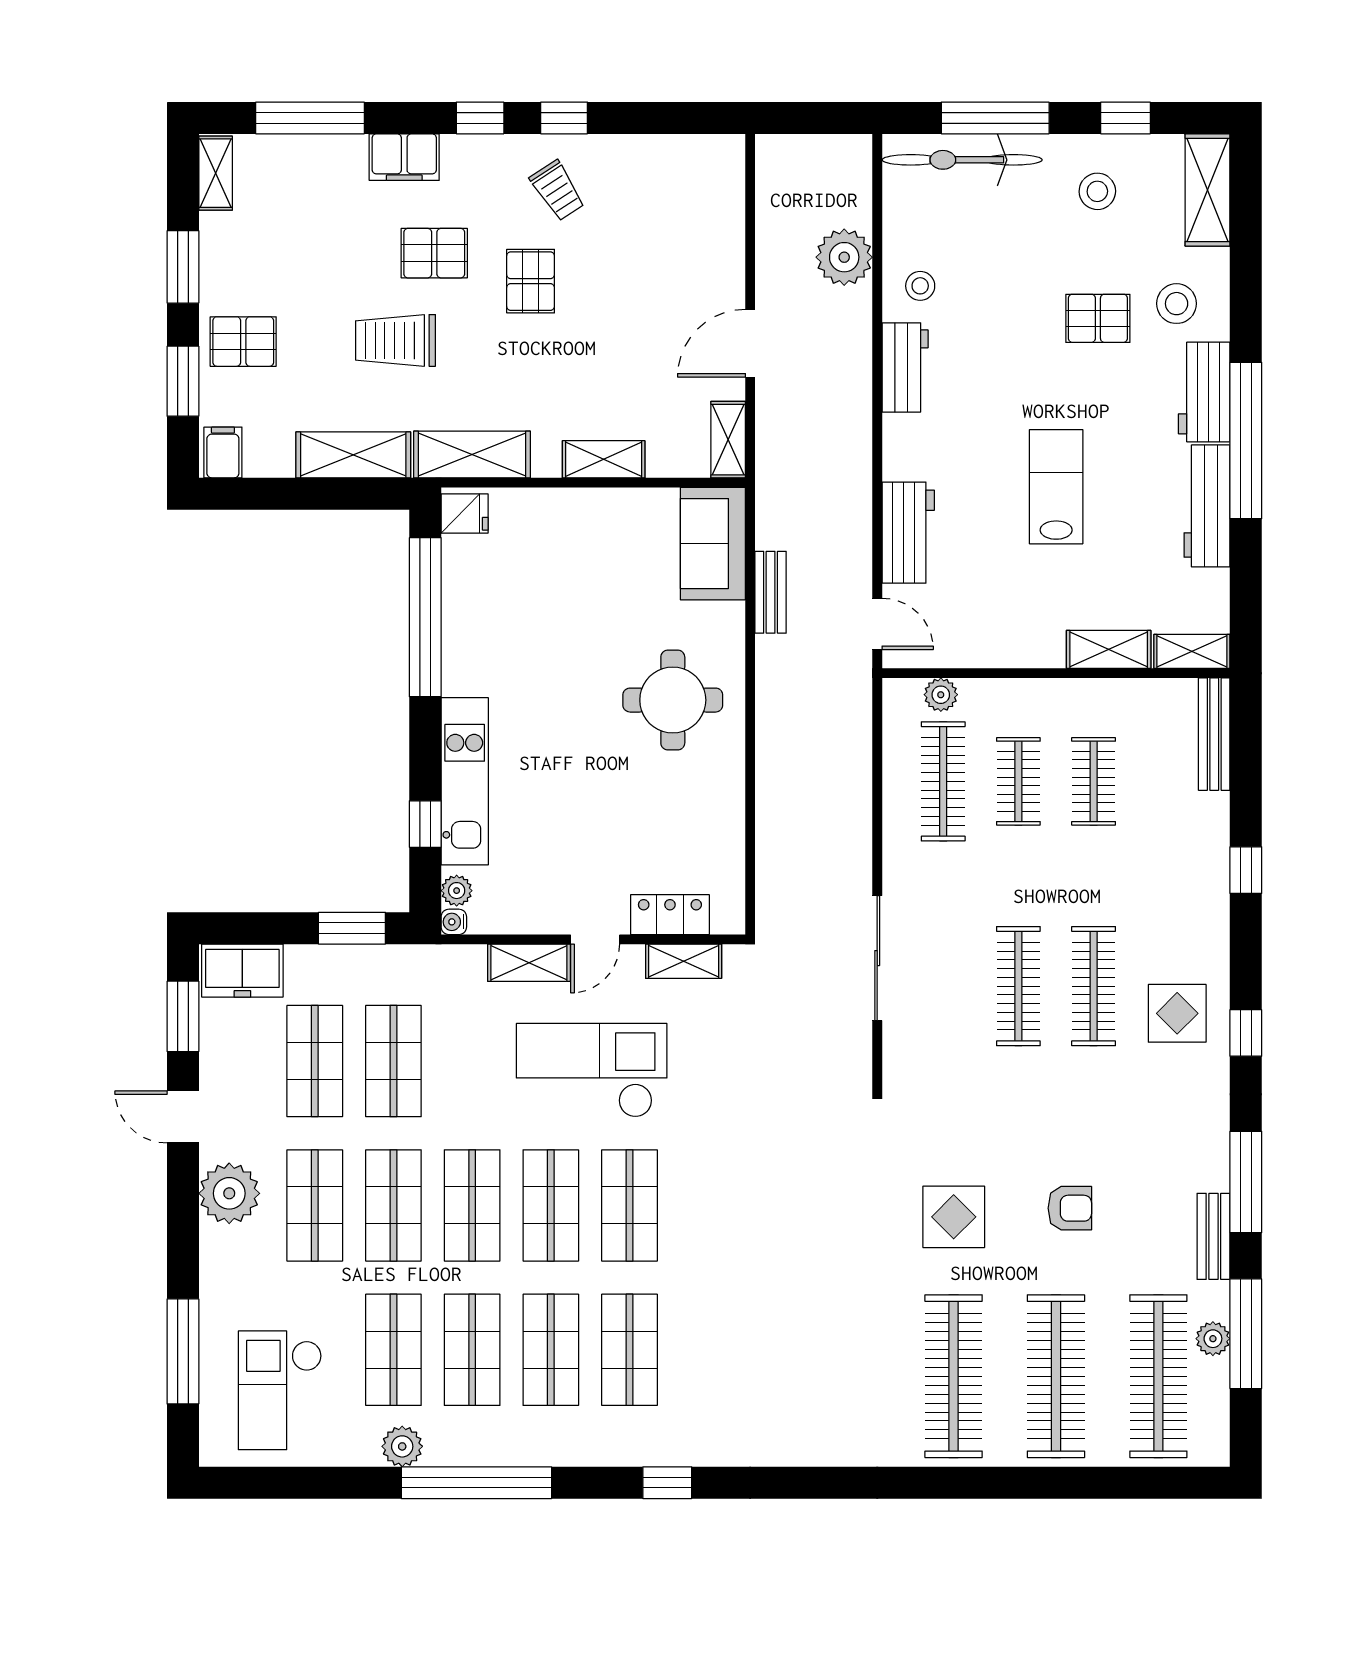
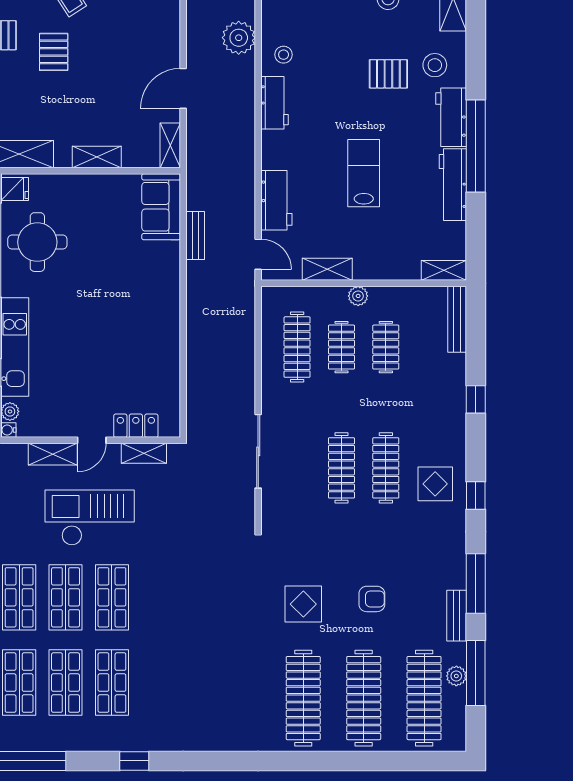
shelving: (1109, 649) -> (327, 269), moved
plant: (941, 695) -> (358, 296), moved
round table: (673, 700) -> (37, 242), moved

